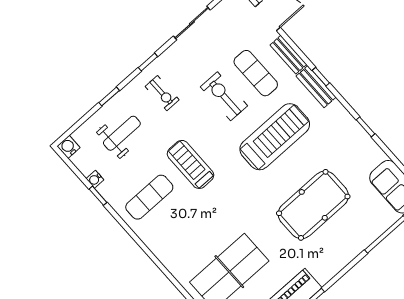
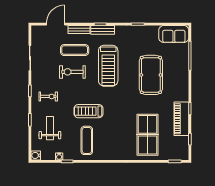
treadmill: (275, 137) -> (108, 66), turned 180

